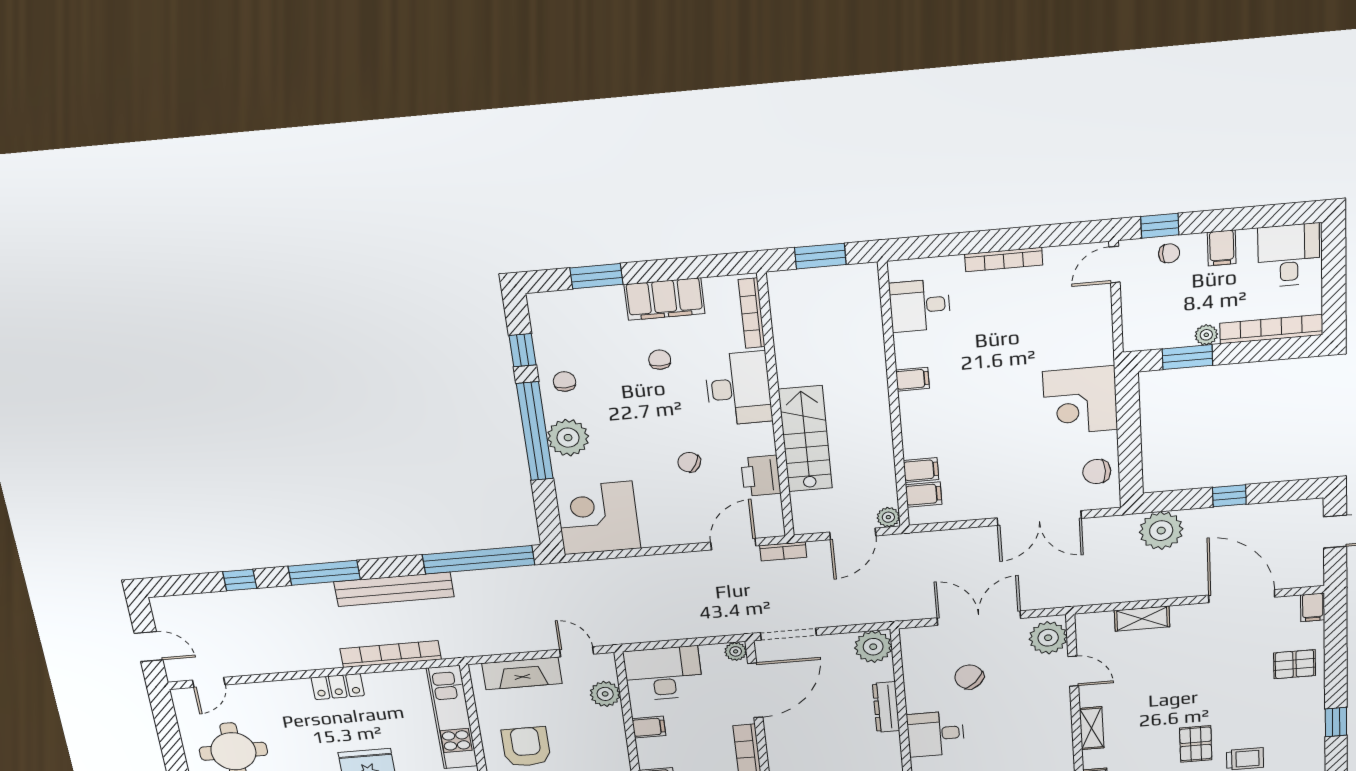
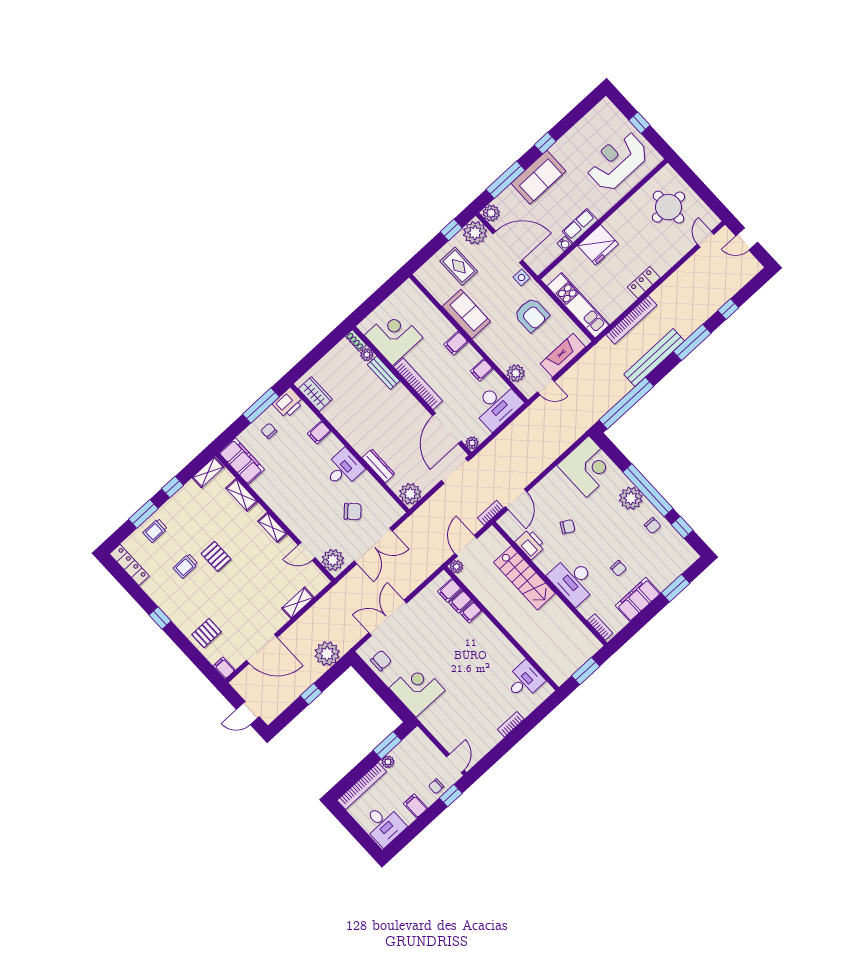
bookcase: (1004, 259) -> (511, 724), width x0.64
bookcase: (752, 313) -> (600, 627), width x0.64
filing cabinet: (912, 379) -> (471, 612), moved

